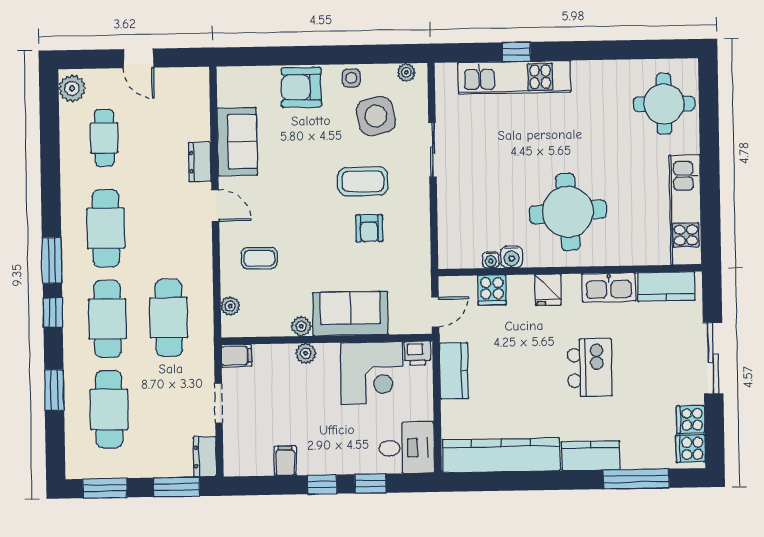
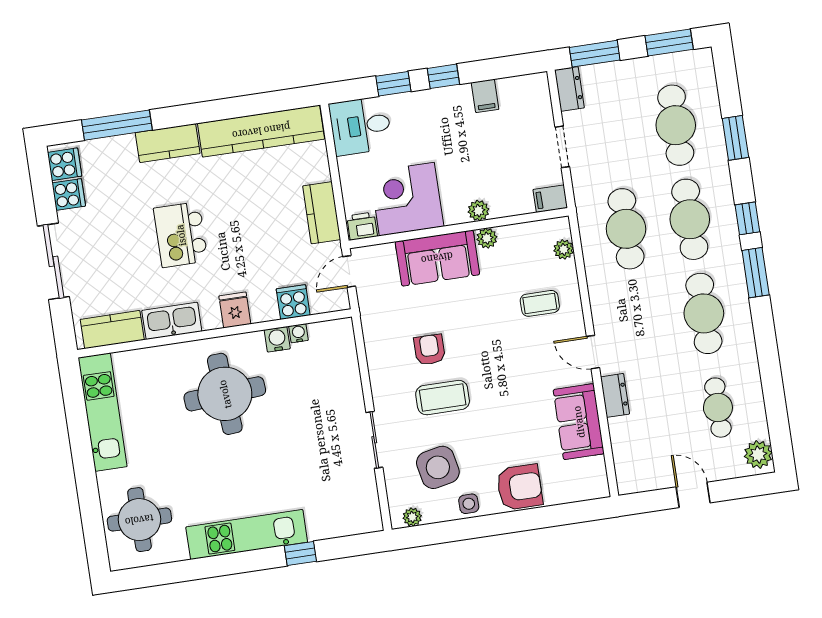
kitchen unit: (514, 77) -> (247, 535), moved

